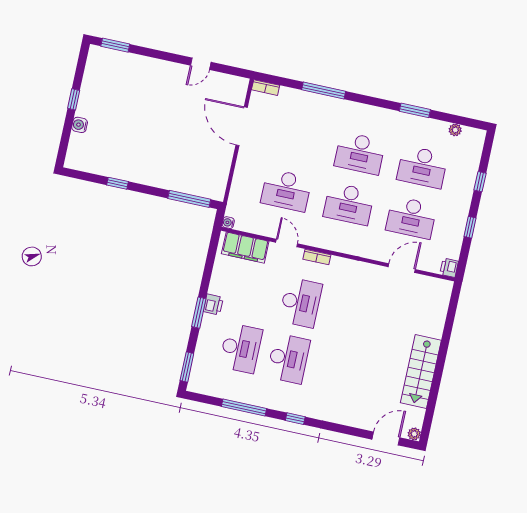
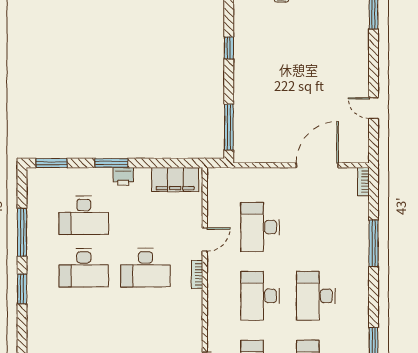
water cooler: (228, 223) -> (213, 173), removed
filing cabinet: (245, 248) -> (175, 180), moved, turned -90
window: (295, 419) -> (22, 289), width x1.50

